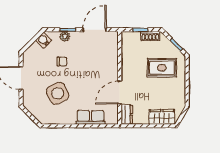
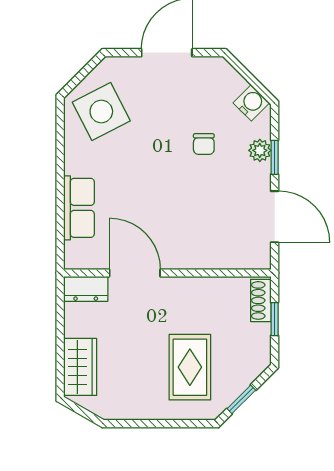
shoe rack: (150, 36) -> (261, 300), moved
side table: (58, 93) -> (101, 111), moved

